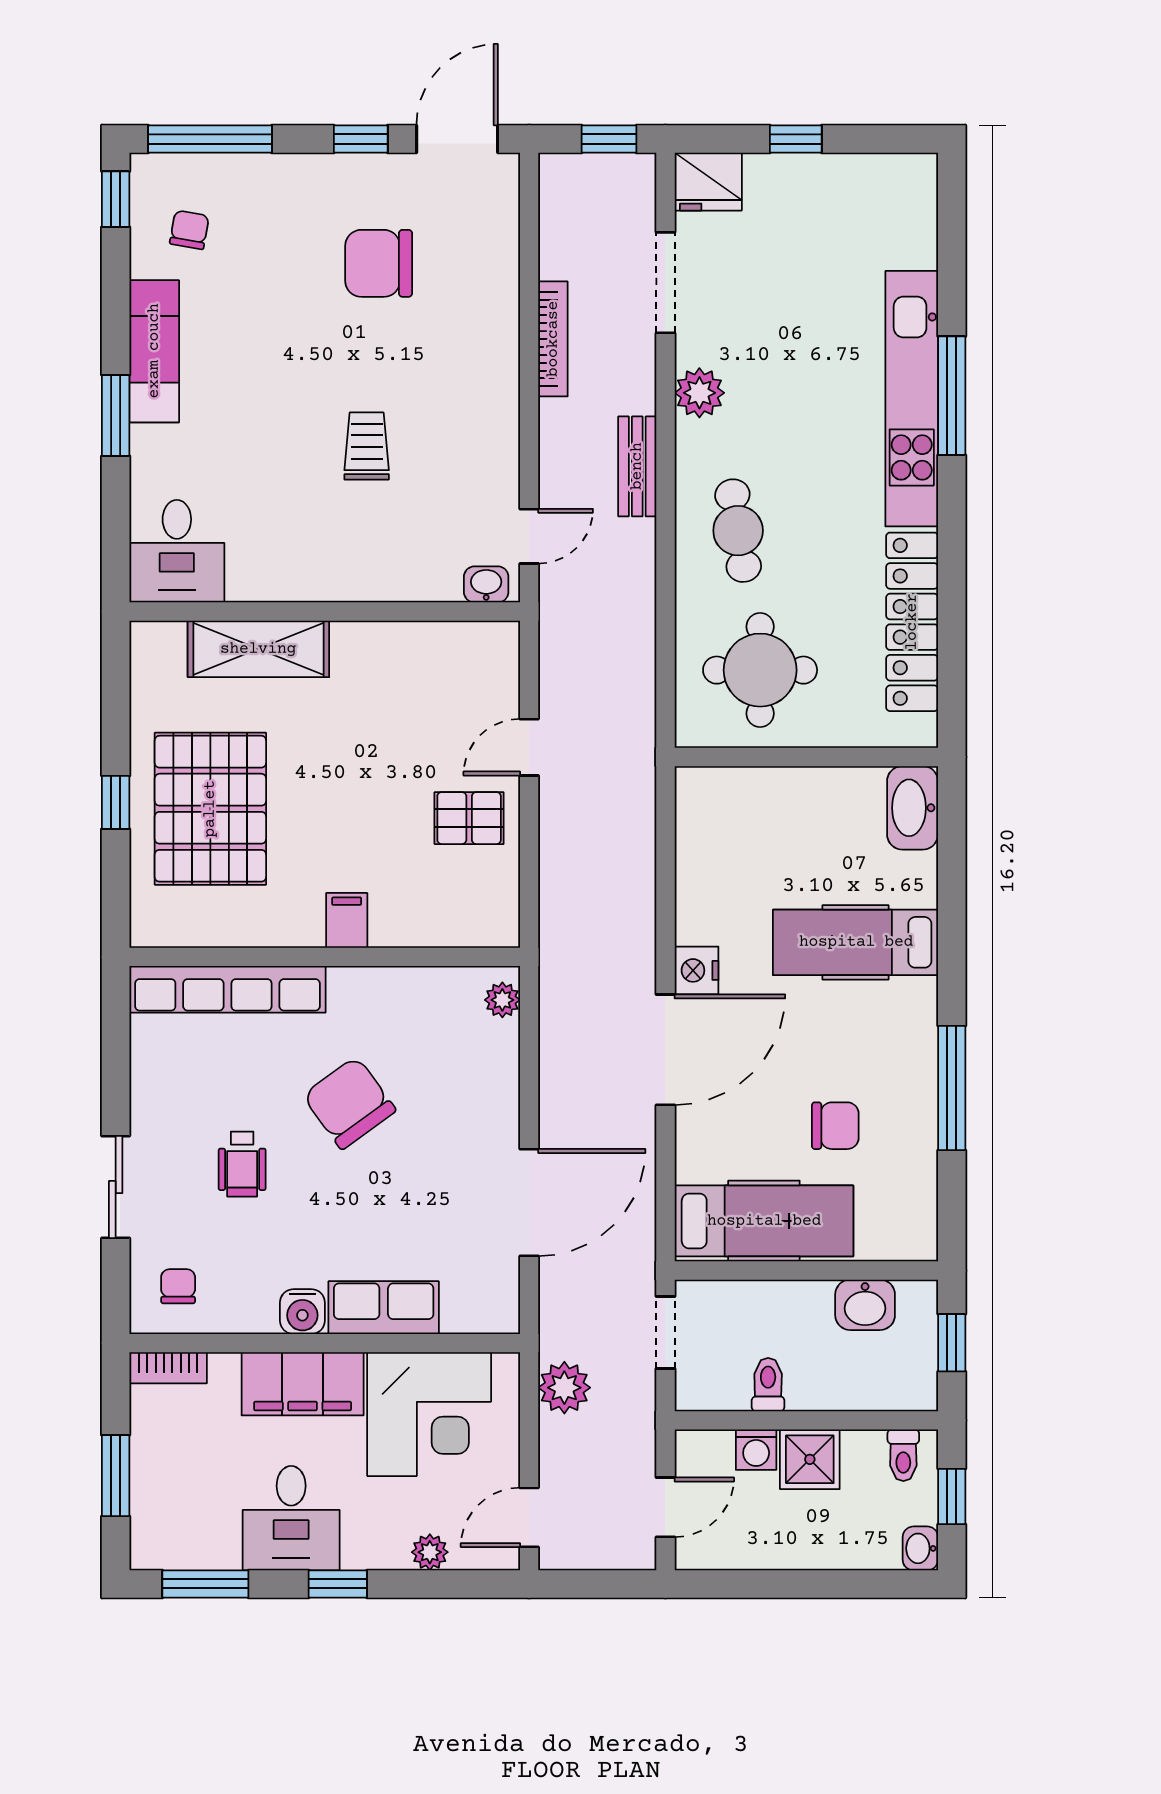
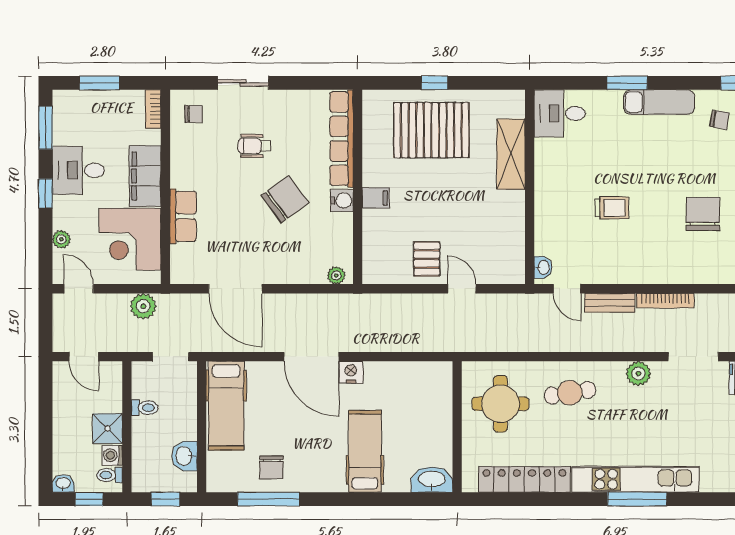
bench: (637, 466) -> (610, 303), moved
window: (952, 1088) -> (269, 499), moved
chair: (835, 1126) -> (272, 467), moved
water cooler: (302, 1312) -> (342, 200), moved, turned 180
washing machine: (756, 1450) -> (112, 455), moved

